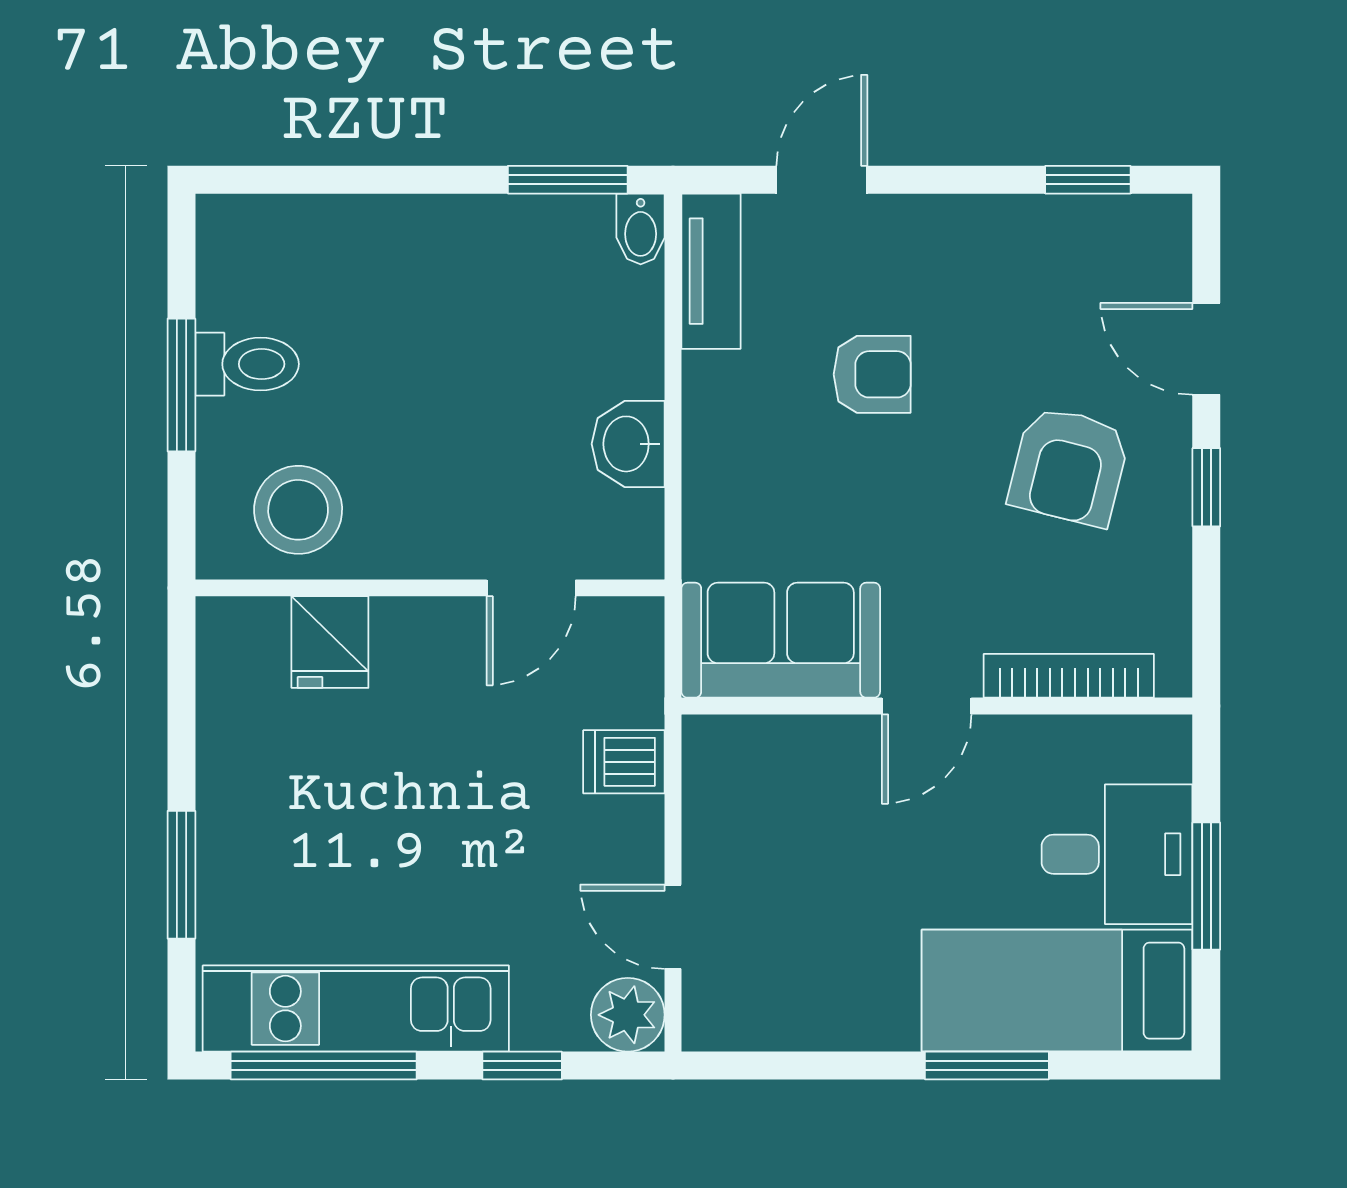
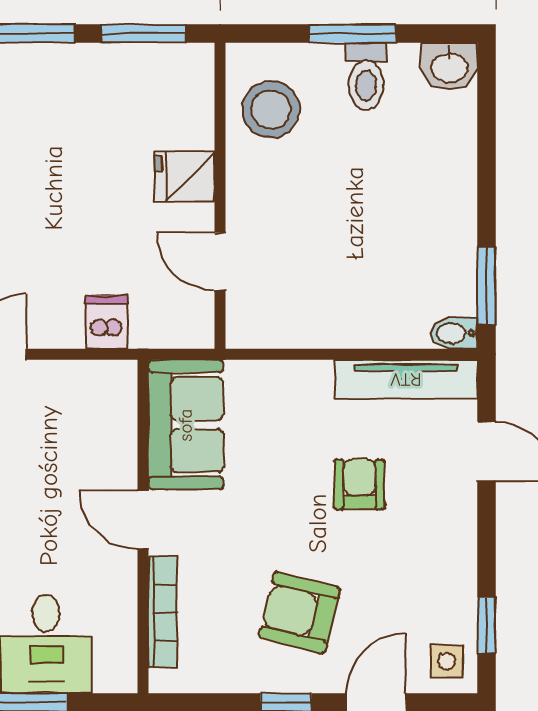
side table: (1143, 241) -> (447, 661), added
tv unit: (711, 271) -> (406, 379), width x1.41
armchair: (872, 374) -> (359, 484), turned 180
washbasin: (628, 444) -> (449, 66), moved, turned 180
fridge: (330, 642) -> (185, 176), moved
window: (181, 705) -> (143, 33), added

